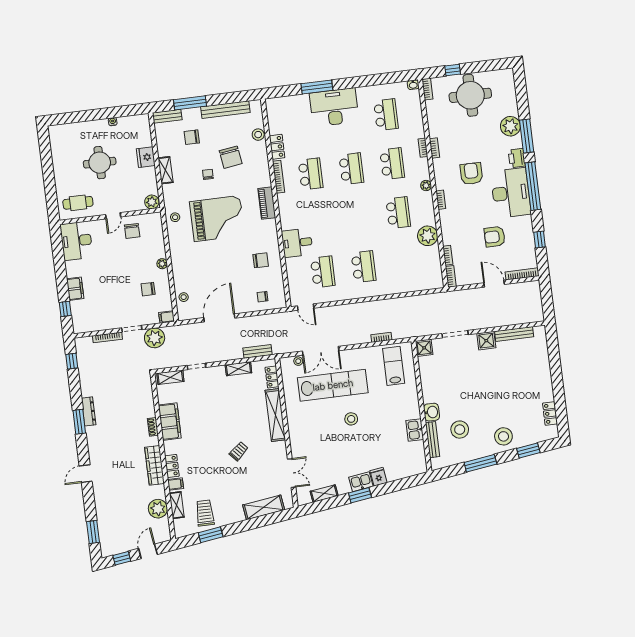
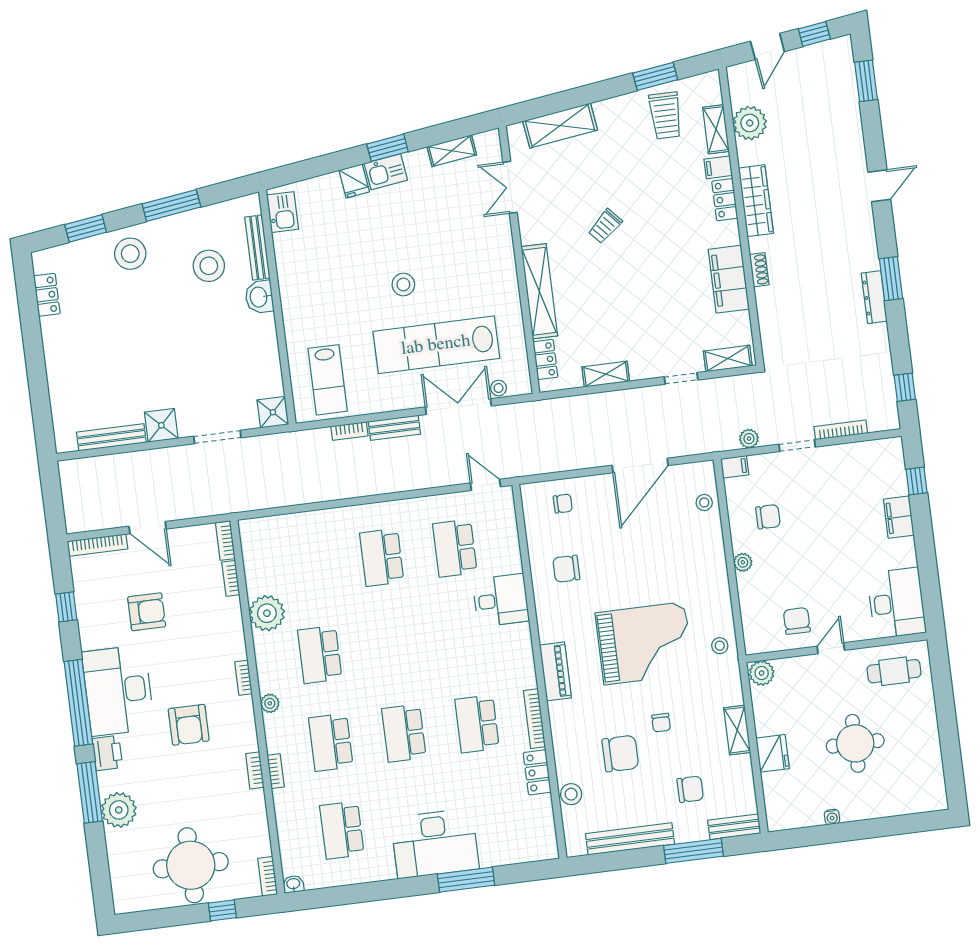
chair: (231, 157) -> (620, 754), turned 98
grand piano: (217, 219) -> (644, 643), turned 180
plant: (155, 338) -> (749, 439), width x0.53, depth x0.53
bench: (258, 351) -> (394, 428), moved
kitchen sink: (415, 430) -> (283, 212), moved

